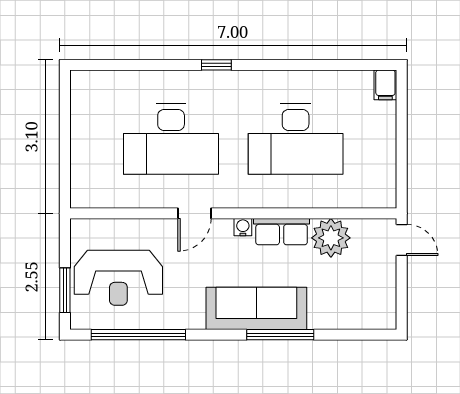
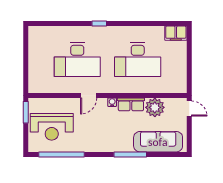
filing cabinet: (385, 85) -> (176, 33), width x2.00
window: (65, 290) -> (26, 112), moved
sofa: (256, 308) -> (158, 142), moved

